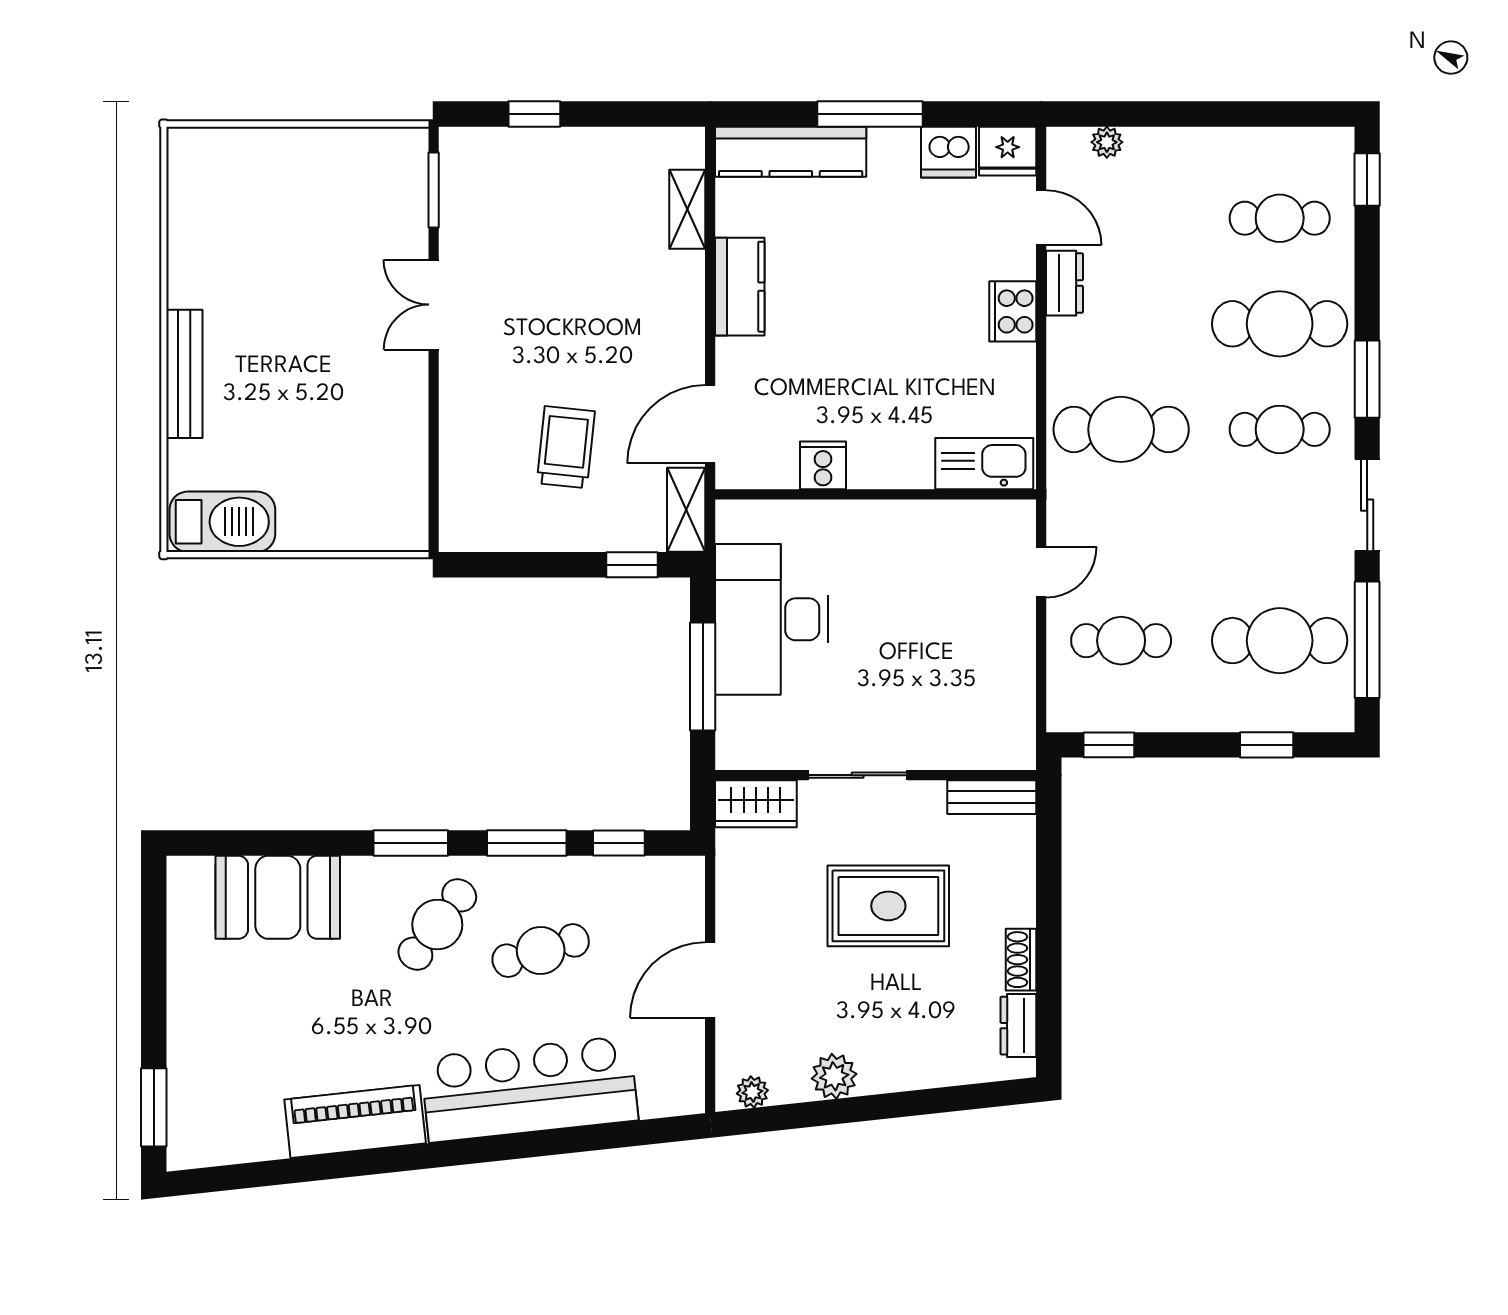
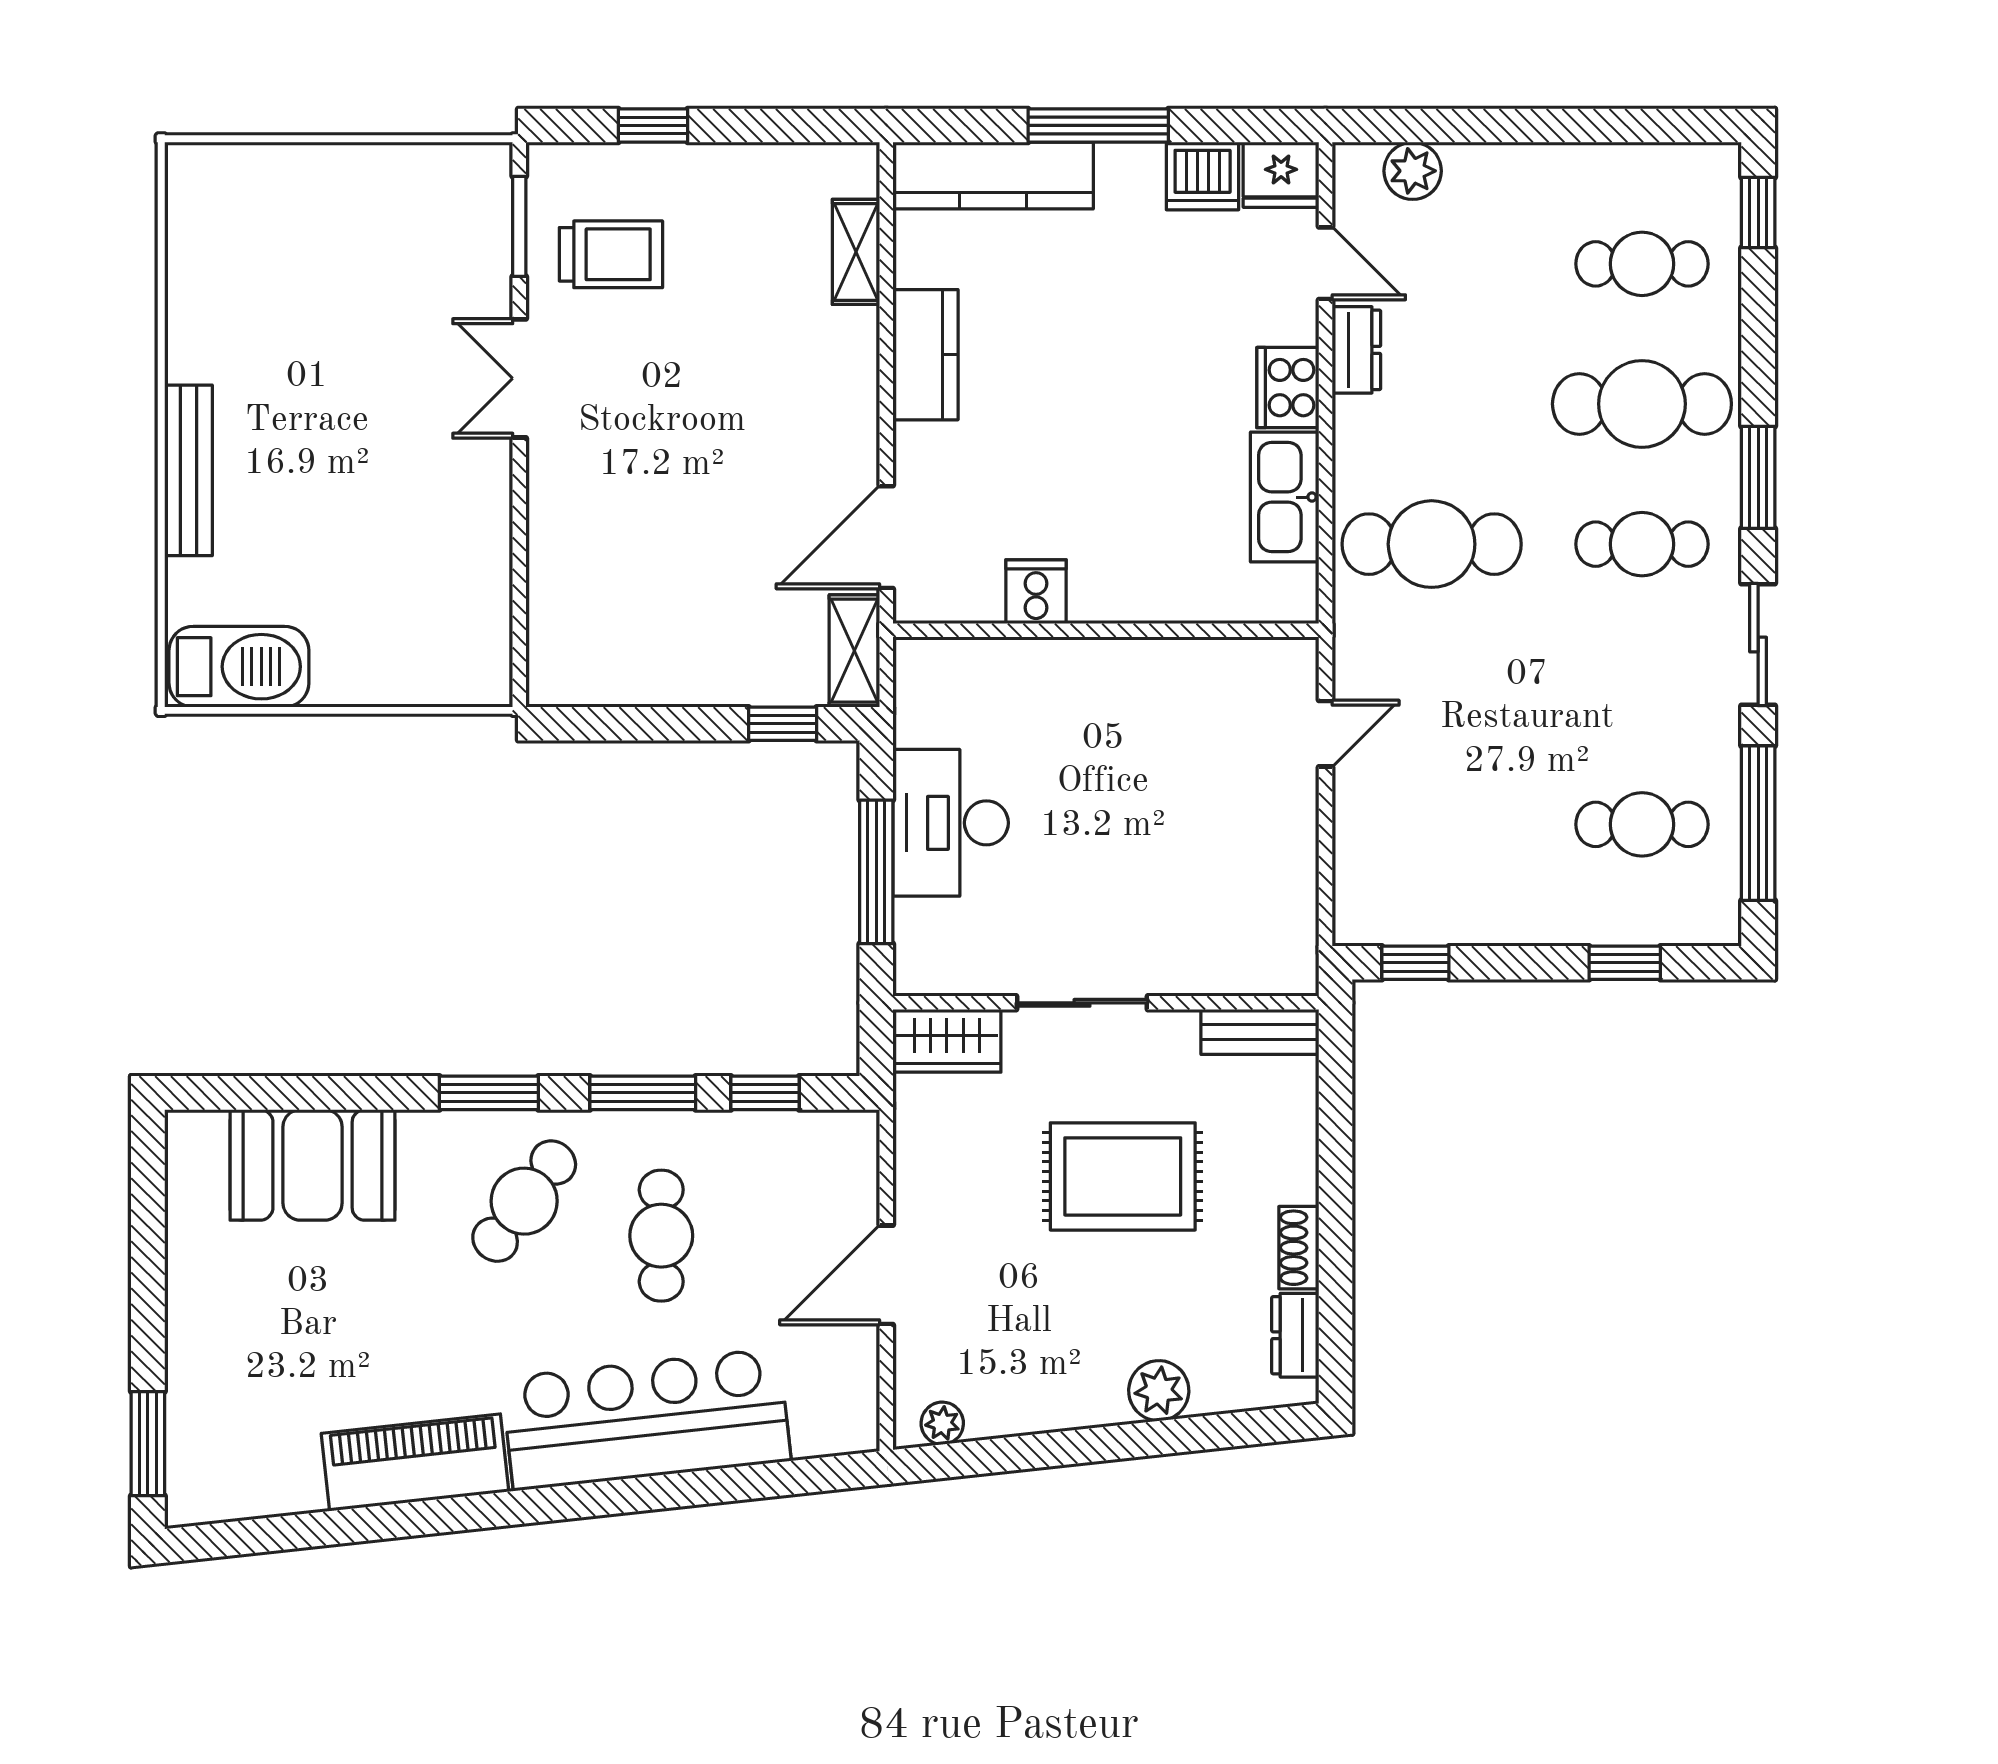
plant: (1107, 142) -> (1413, 171), width x1.38, depth x1.38
trolley: (566, 447) -> (611, 254), moved, turned 84
kitchen sink: (984, 464) -> (1285, 497), moved, turned -90
desk: (772, 619) -> (951, 823), width x0.73, depth x0.77
cafe table: (1121, 641) -> (1432, 824), removed
cafe table: (1280, 641) -> (1642, 824), width x0.73, depth x0.74
cafe table: (541, 951) -> (661, 1236), turned -73
plant: (834, 1076) -> (1159, 1391), moved

